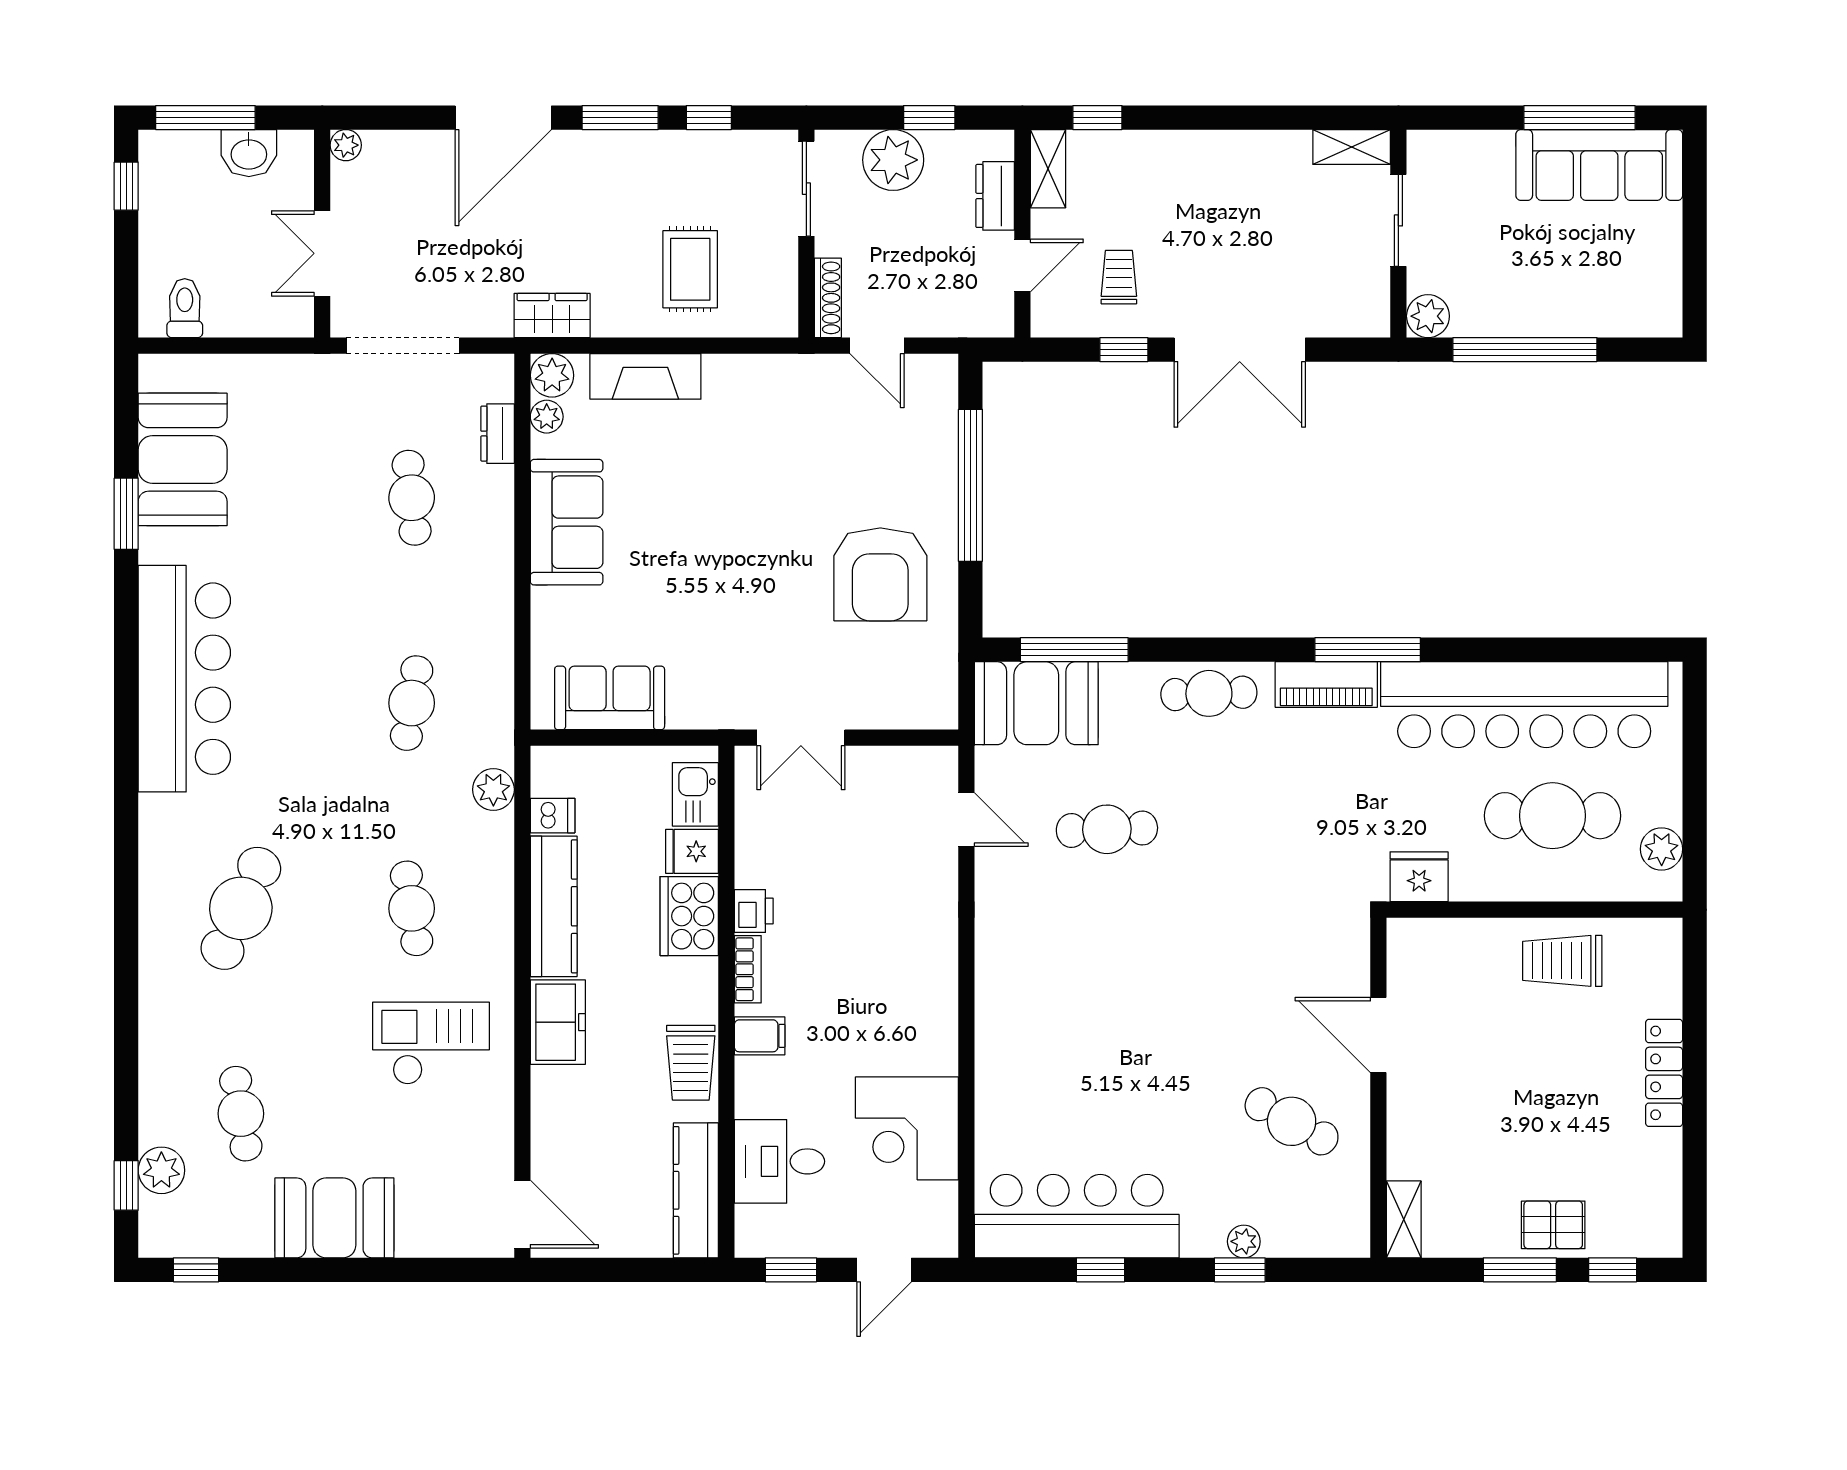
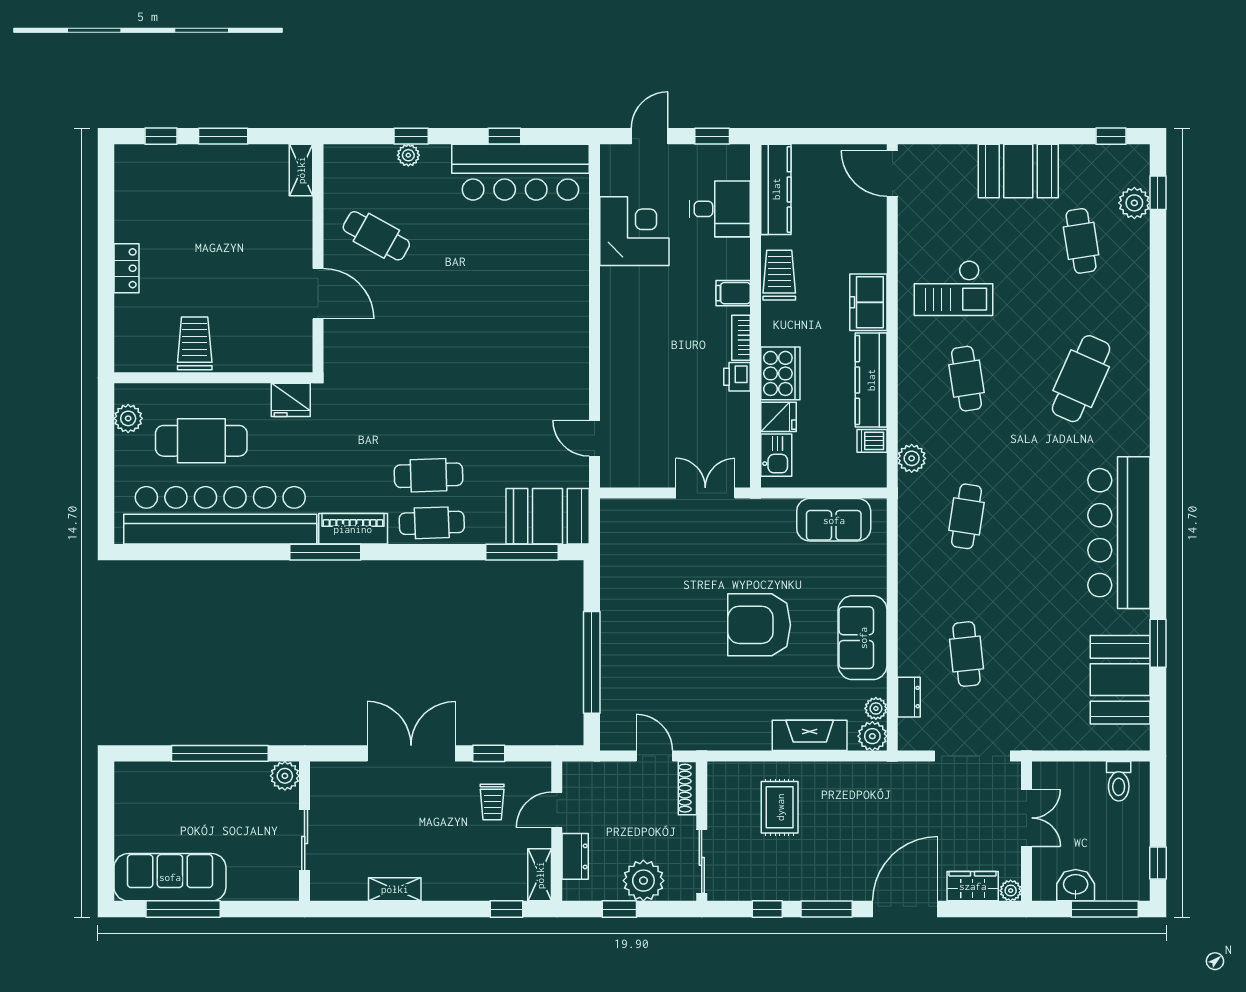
shelving: (1352, 147) -> (395, 889), moved
wardrobe: (552, 316) -> (973, 886), moved, turned 180
armchair: (880, 574) -> (759, 625), moved, turned -90
cafe table: (1107, 829) -> (429, 475), moved
trolley: (1562, 961) -> (195, 343), turned -90
locker: (1664, 1073) -> (126, 268), width x0.66
pallet: (1553, 1225) -> (201, 166), removed

